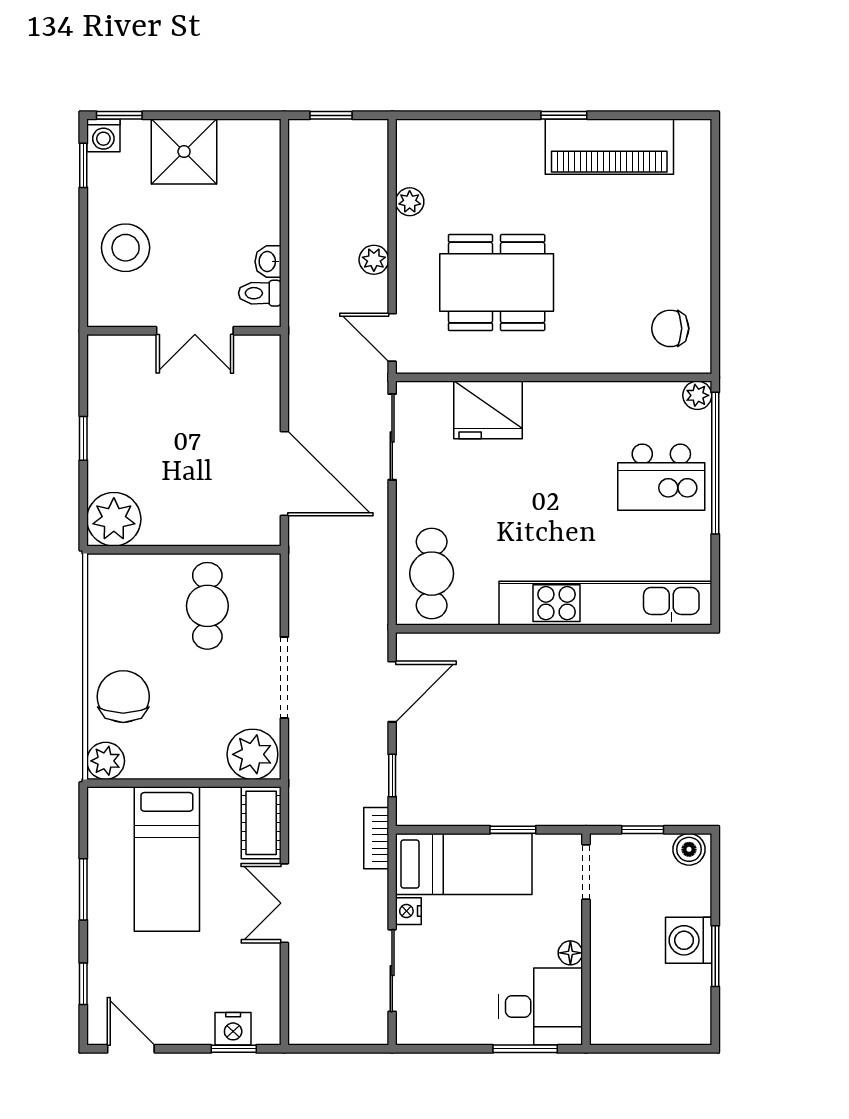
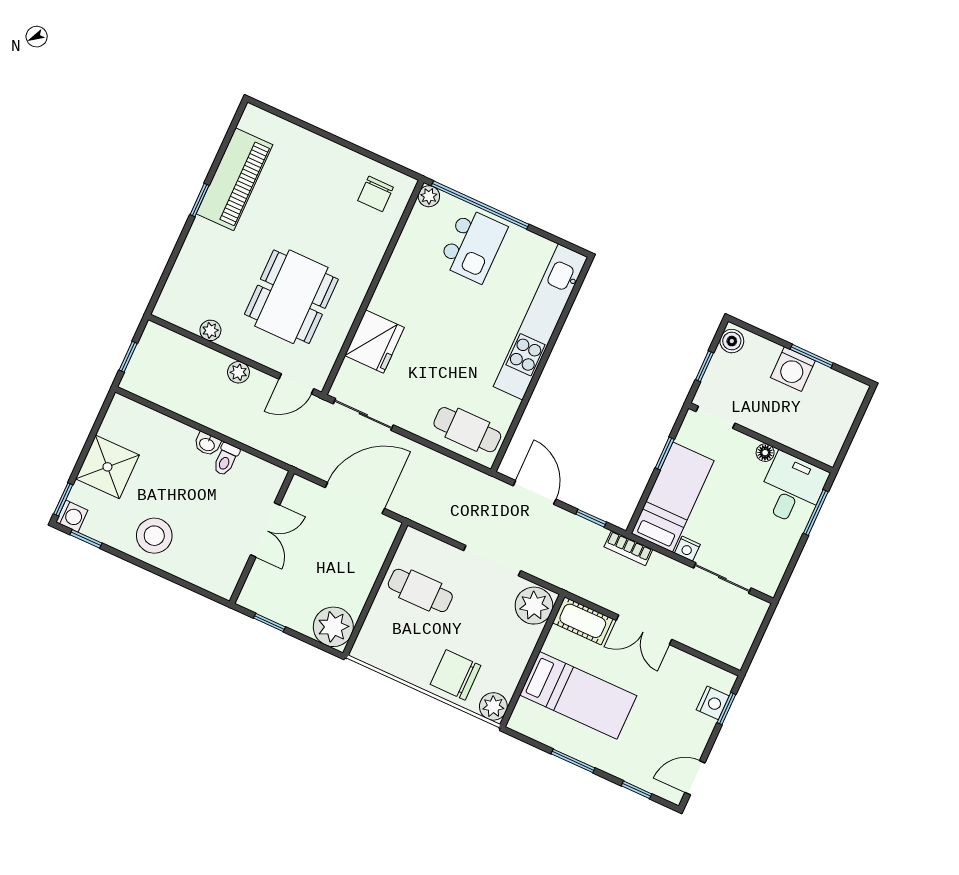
wall: (184, 331) -> (262, 537), moved
double door: (195, 331) -> (265, 530), moved

